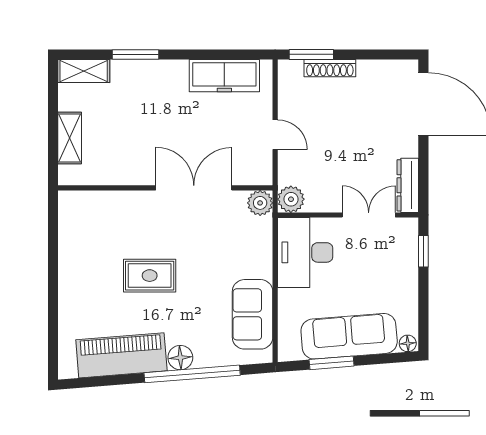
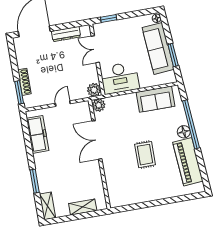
dresser: (408, 185) -> (66, 34), moved

